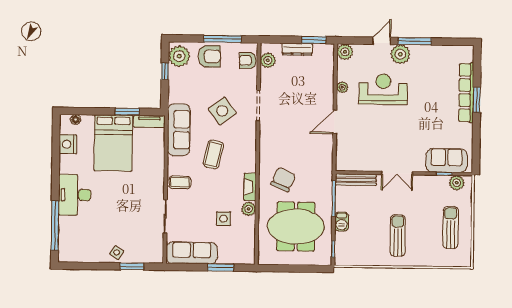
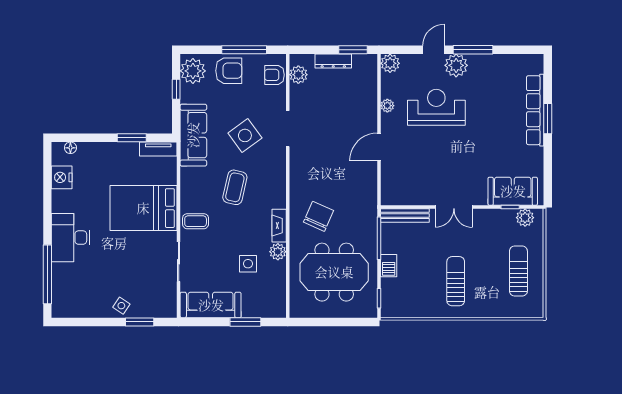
sofa: (179, 130) -> (193, 135), moved
bed: (113, 143) -> (143, 208), moved, turned 90

